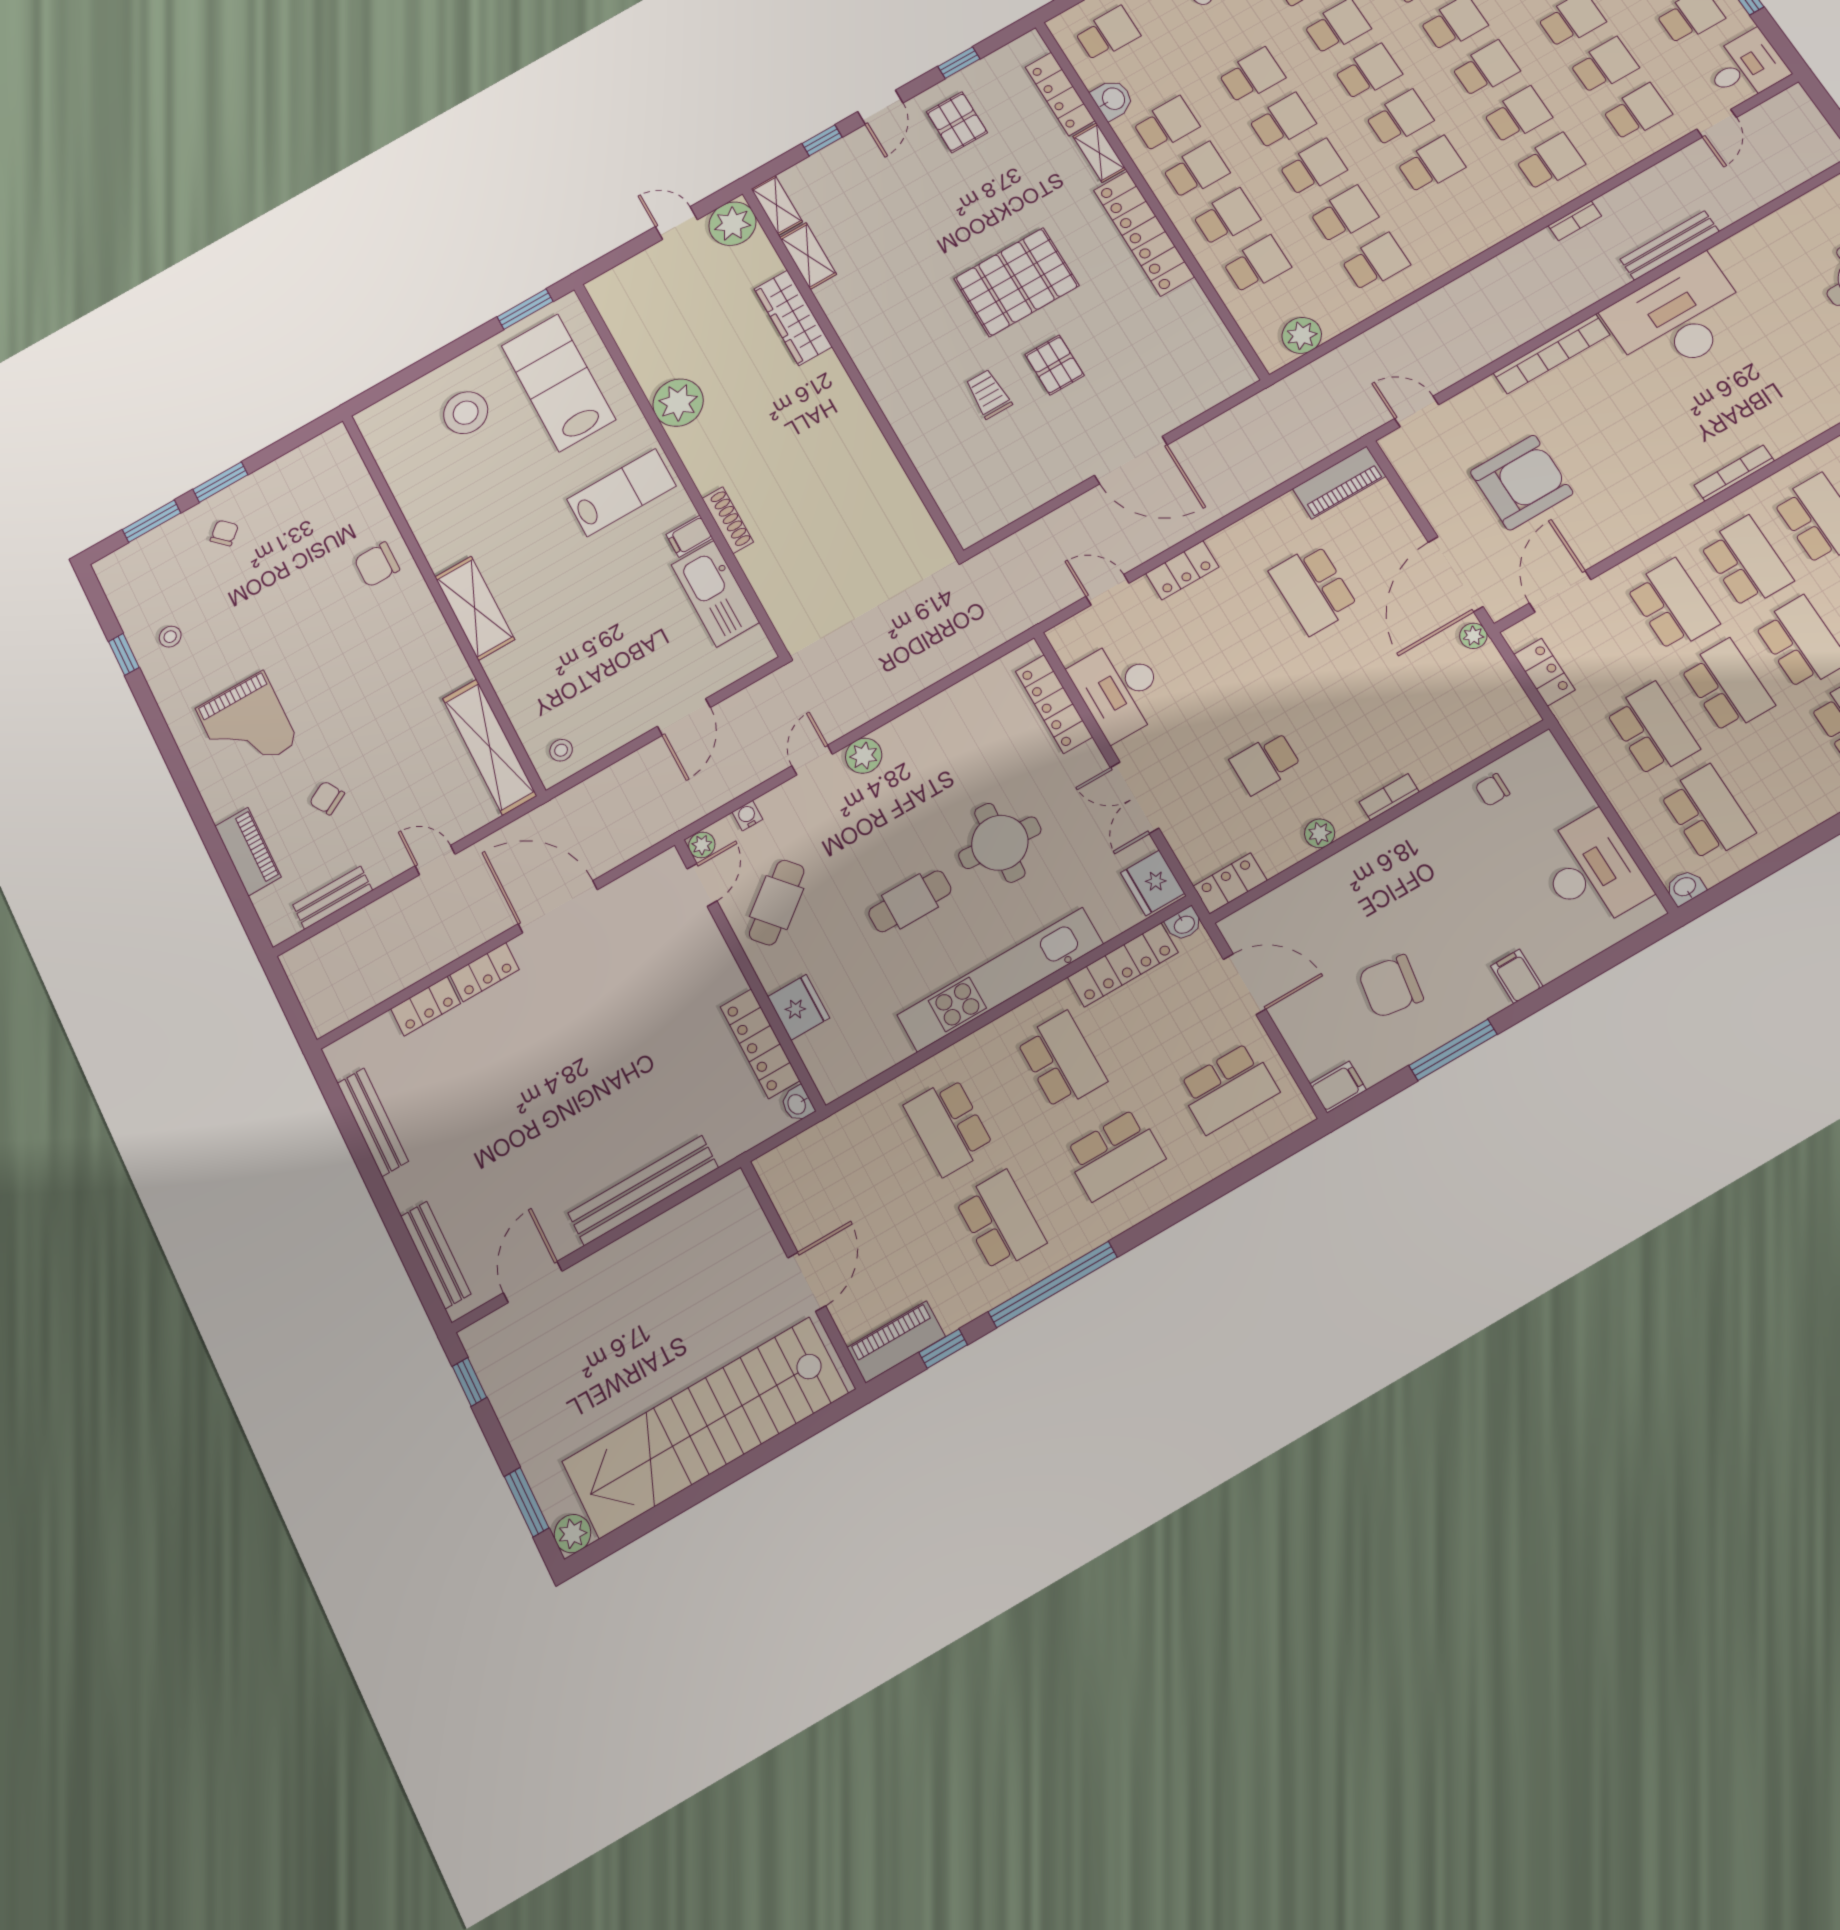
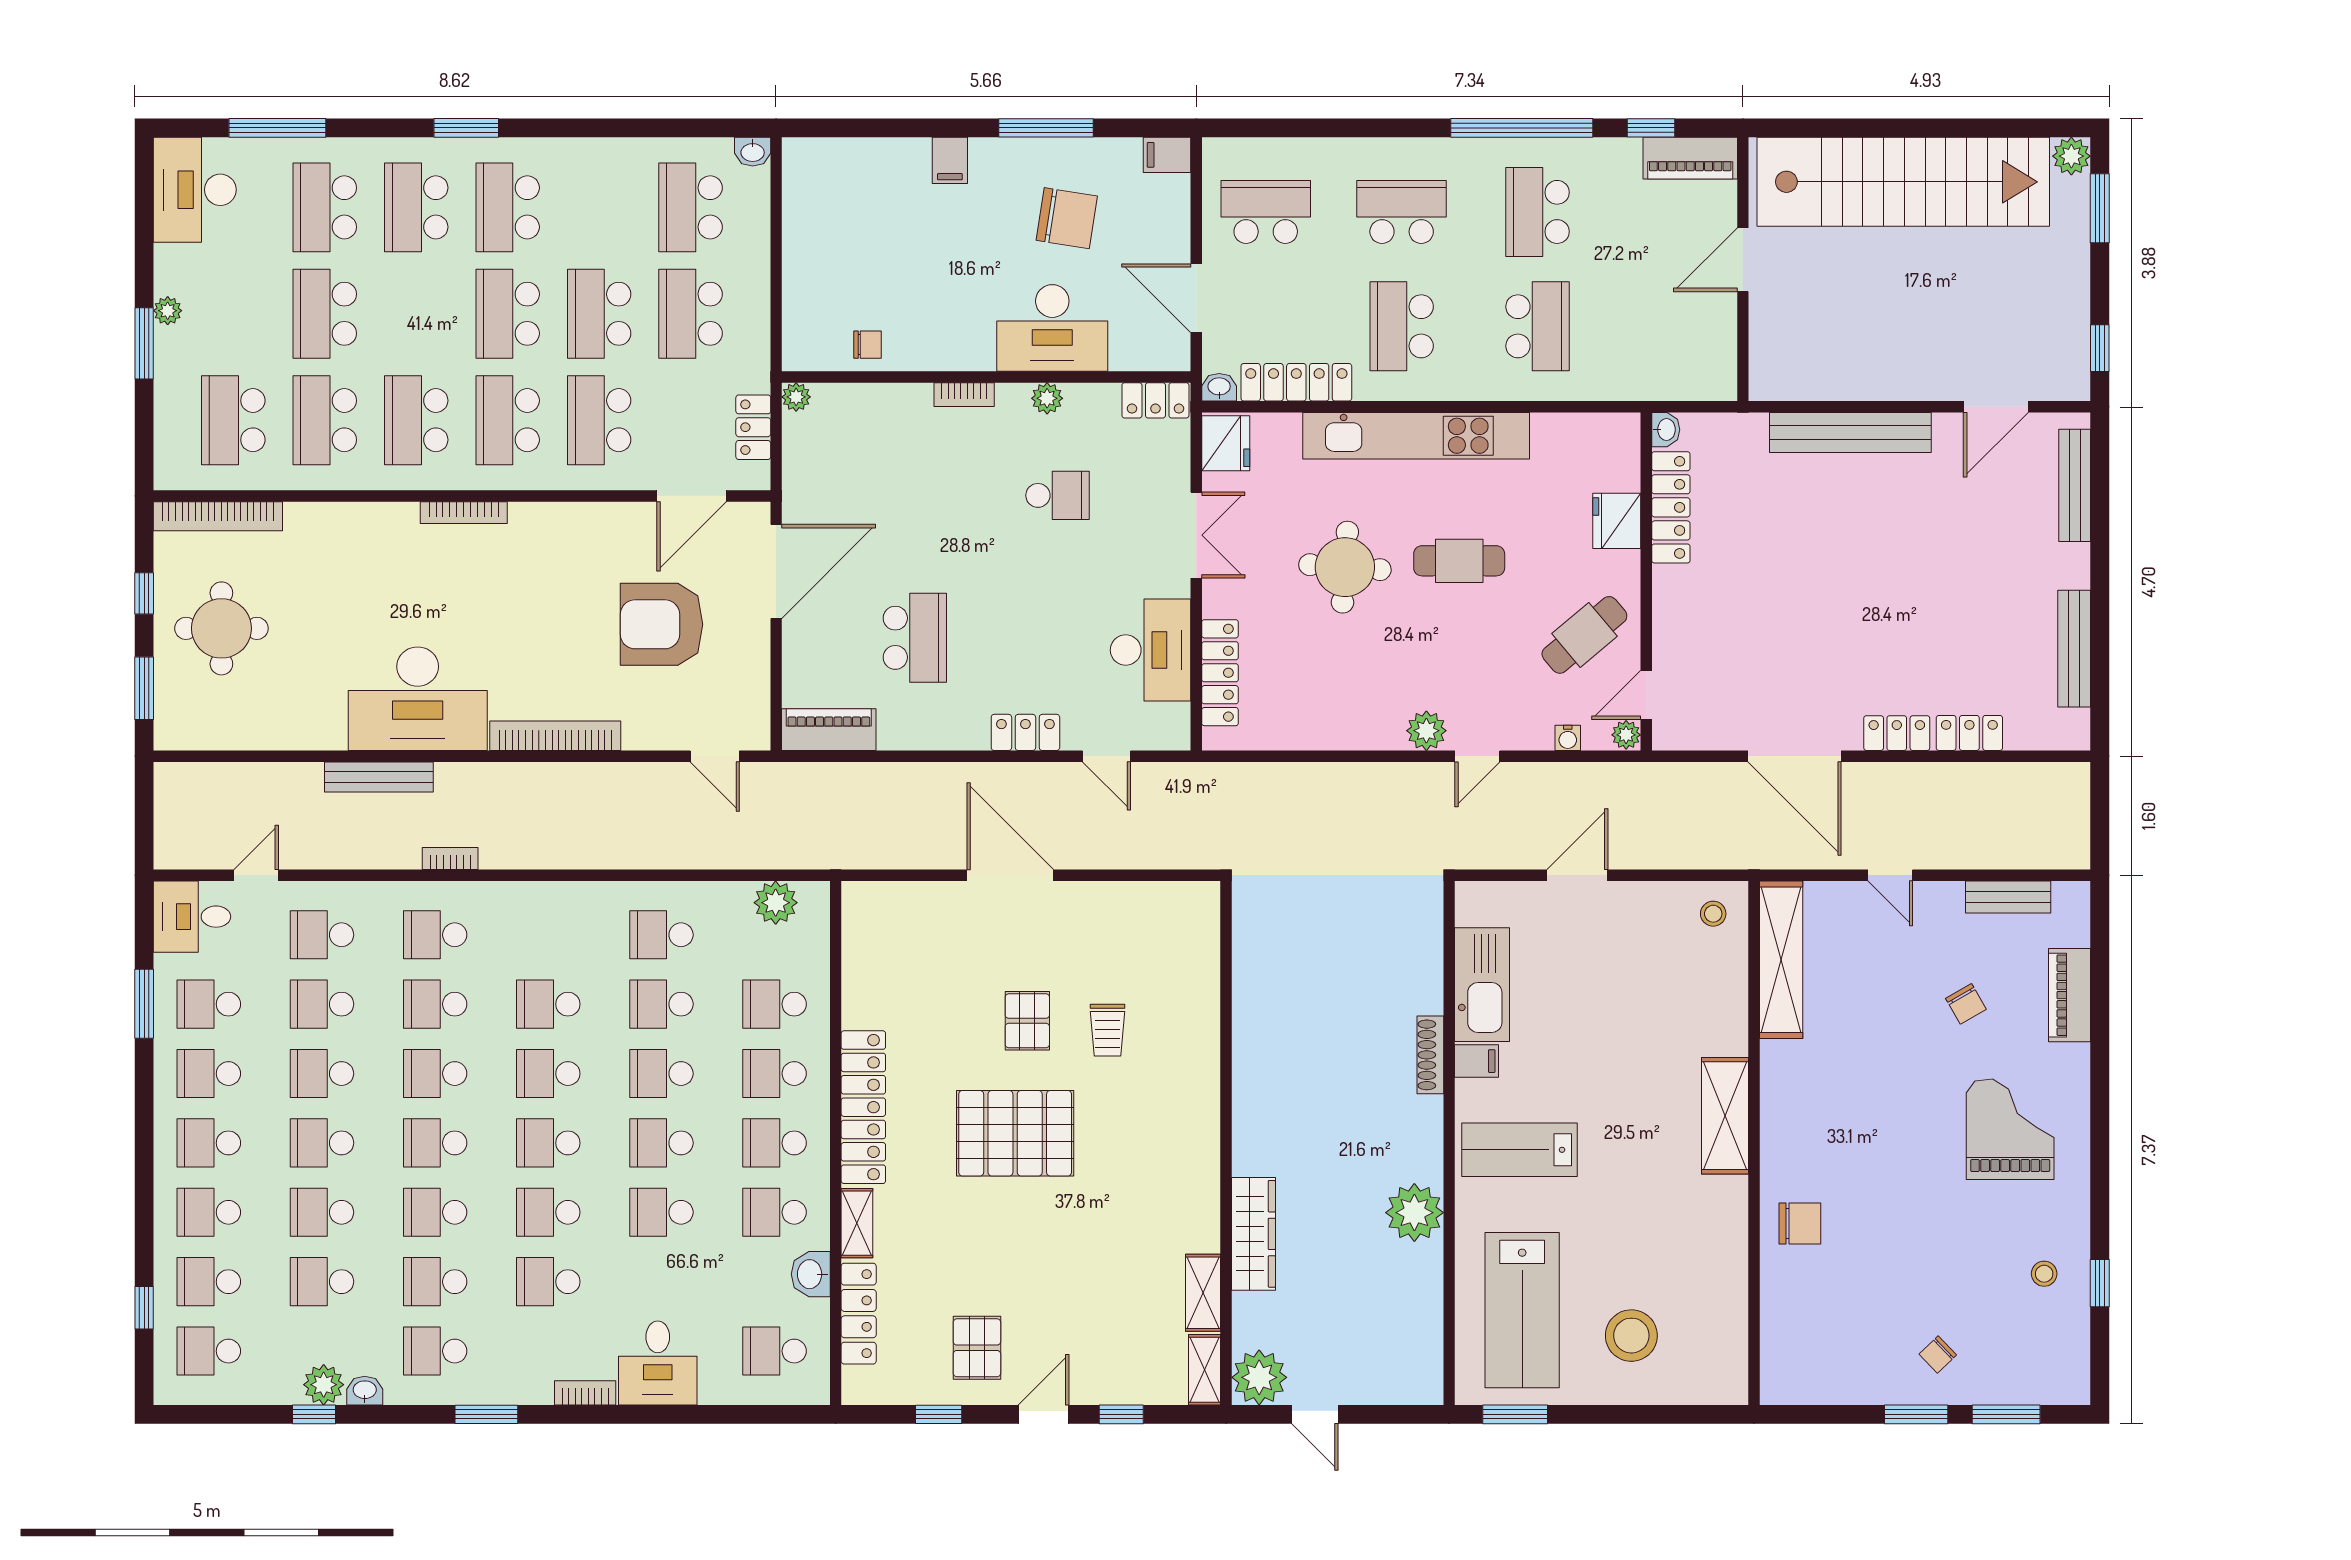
plant: (1473, 636) -> (796, 397), moved
desk: (1592, 871) -> (1052, 328), moved, turned -90

